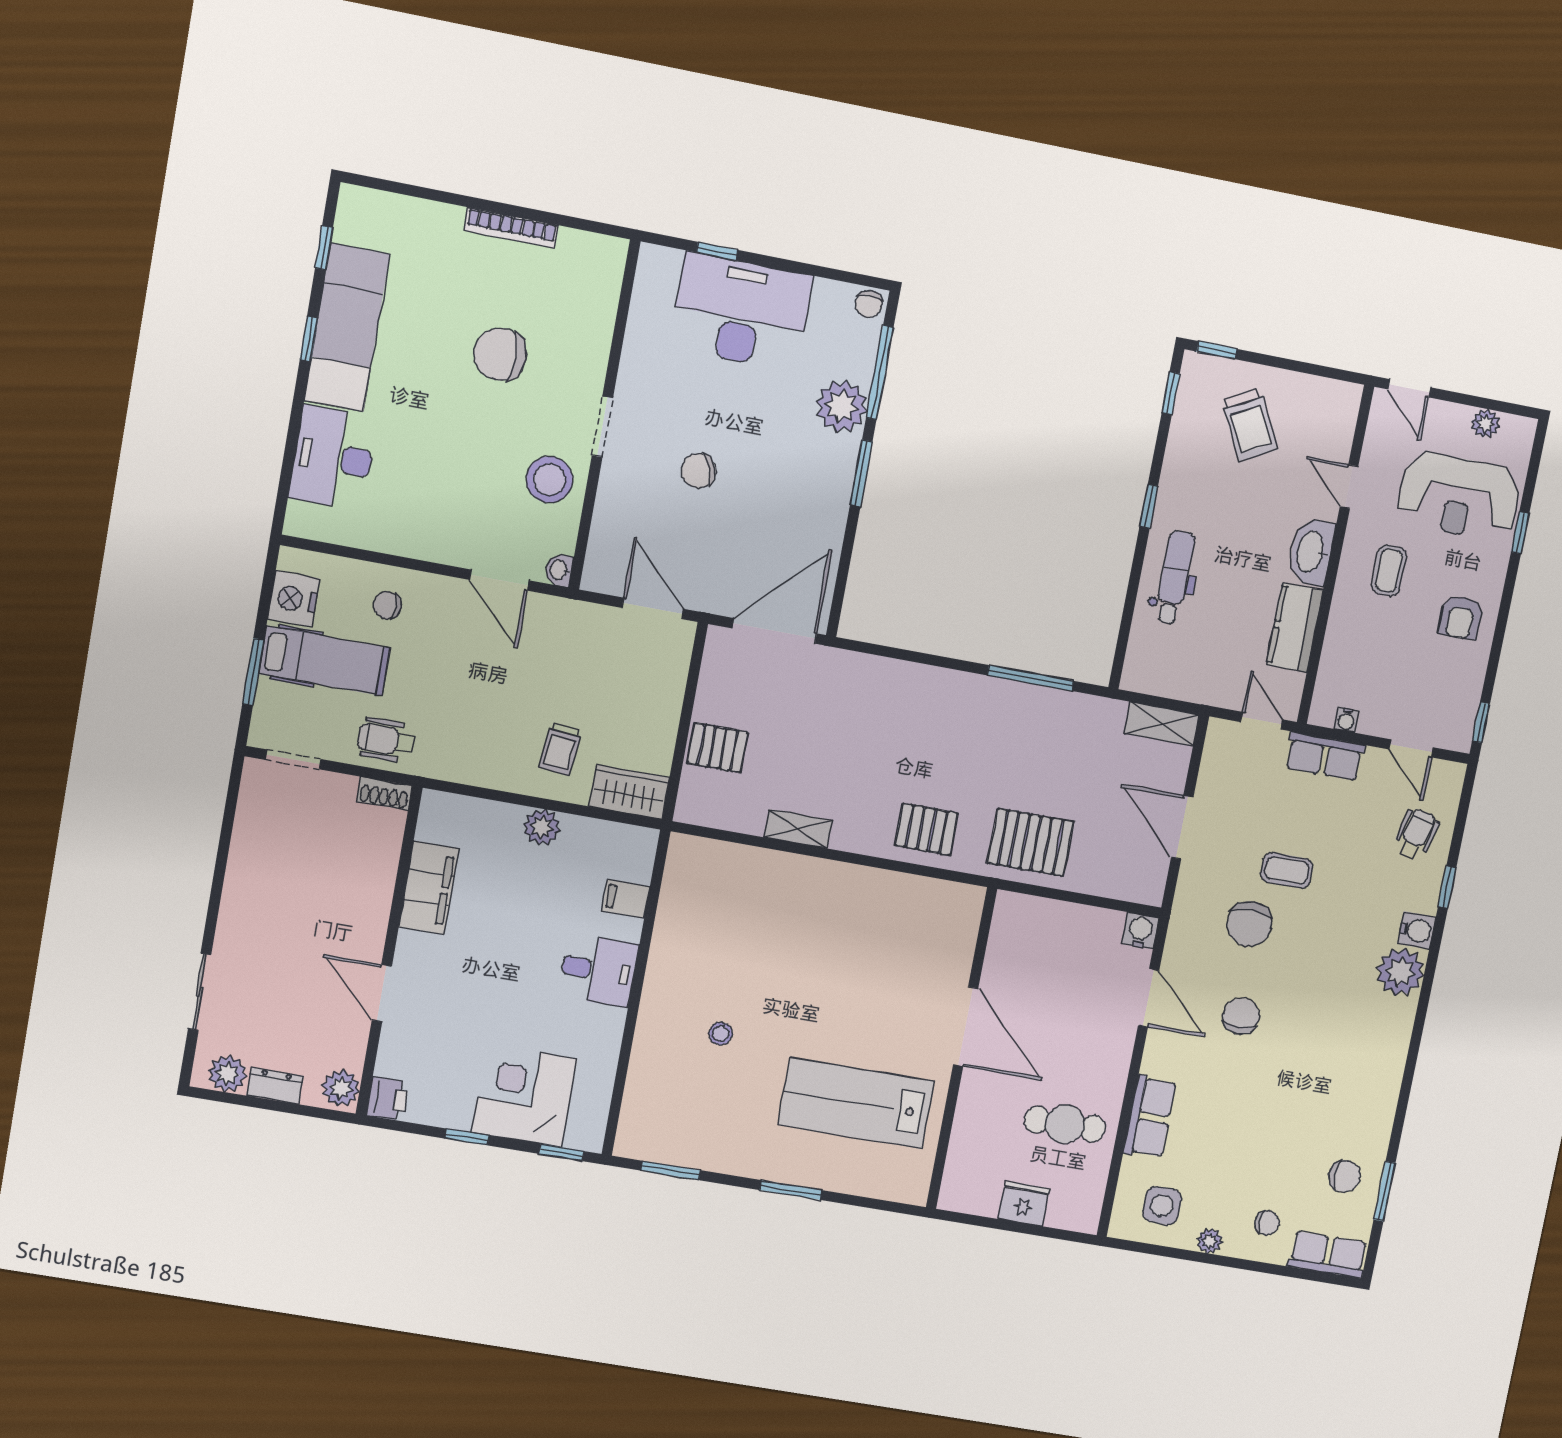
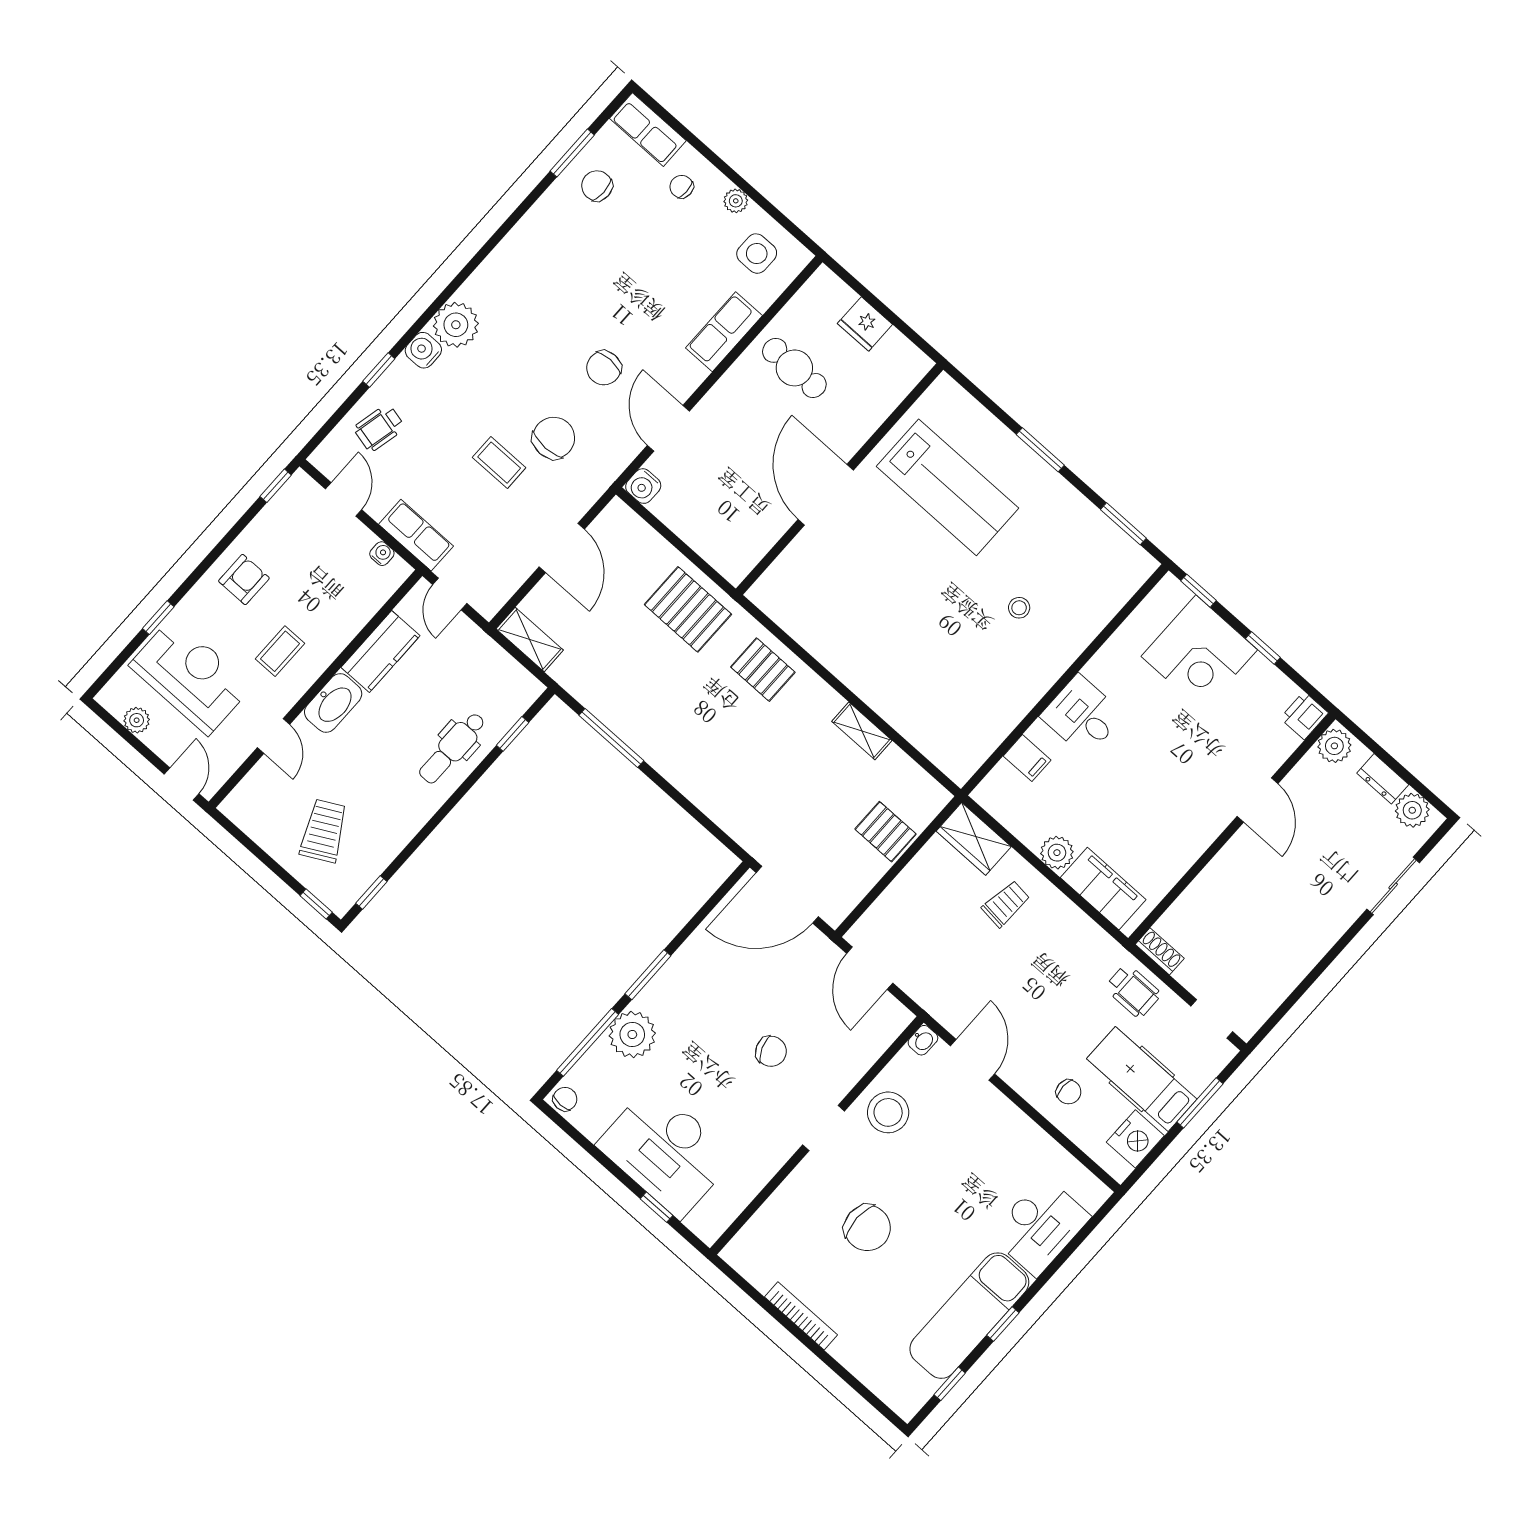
window: (1149, 506) -> (513, 734), moved
filing cabinet: (429, 888) -> (1103, 889), moved, turned 90

